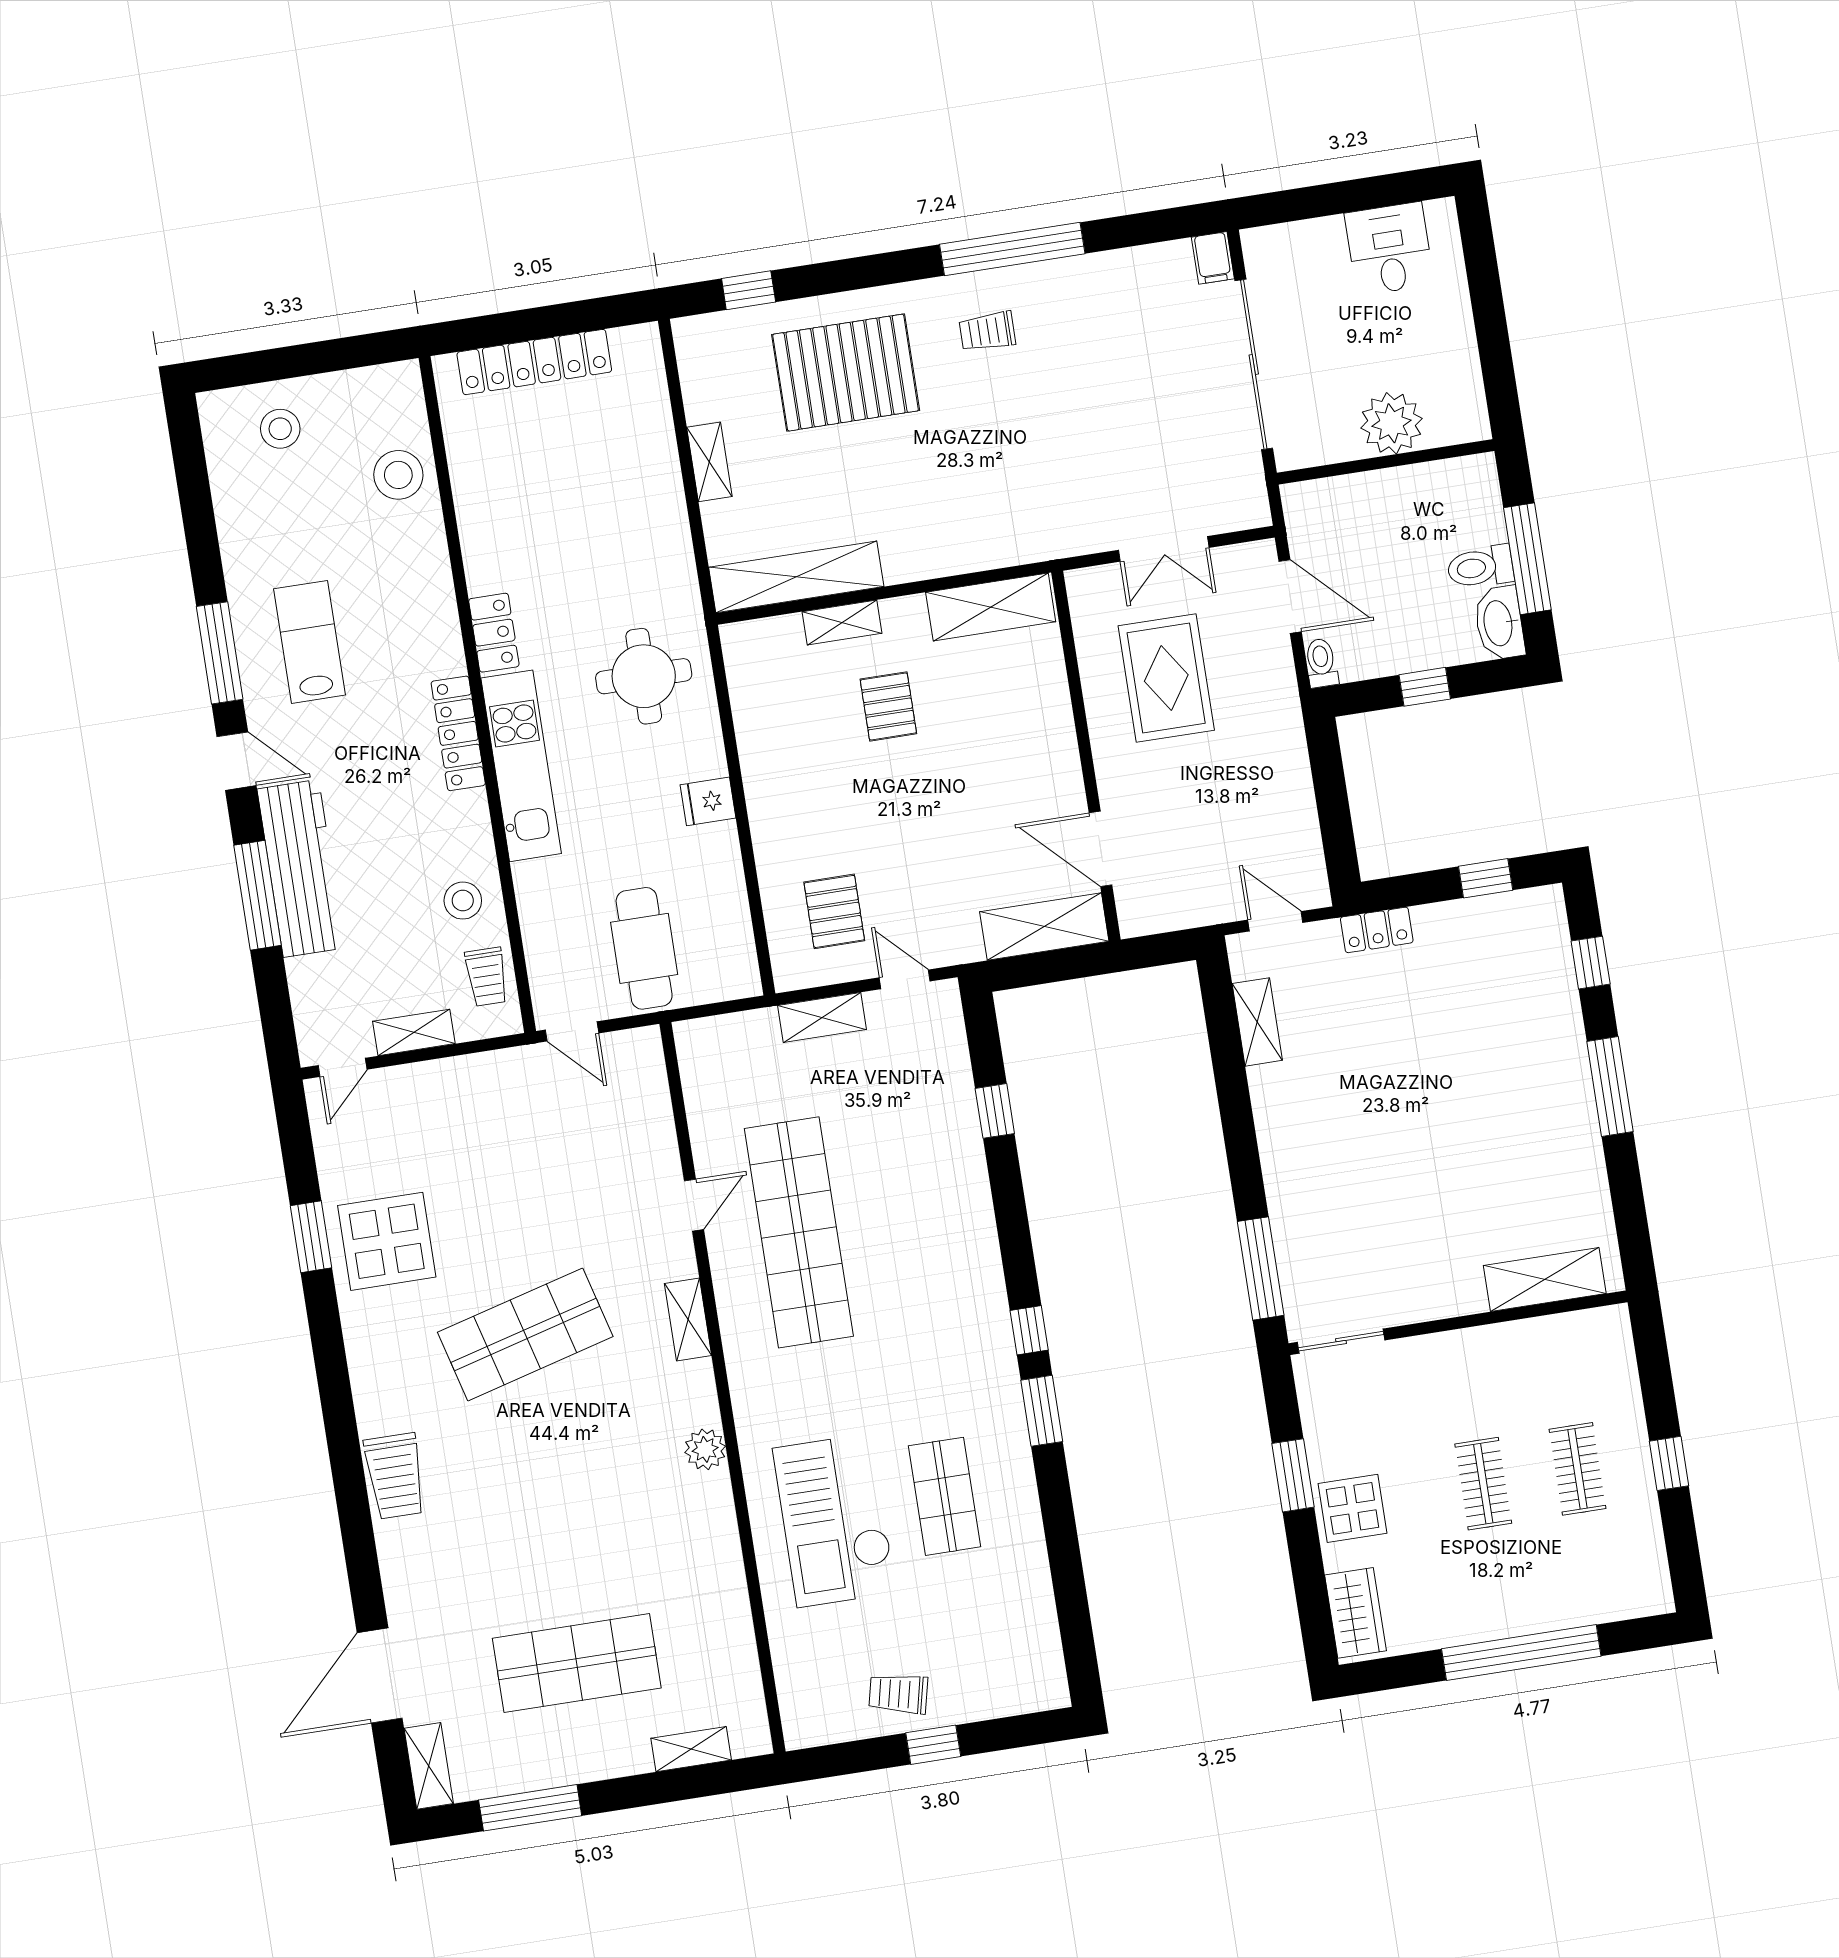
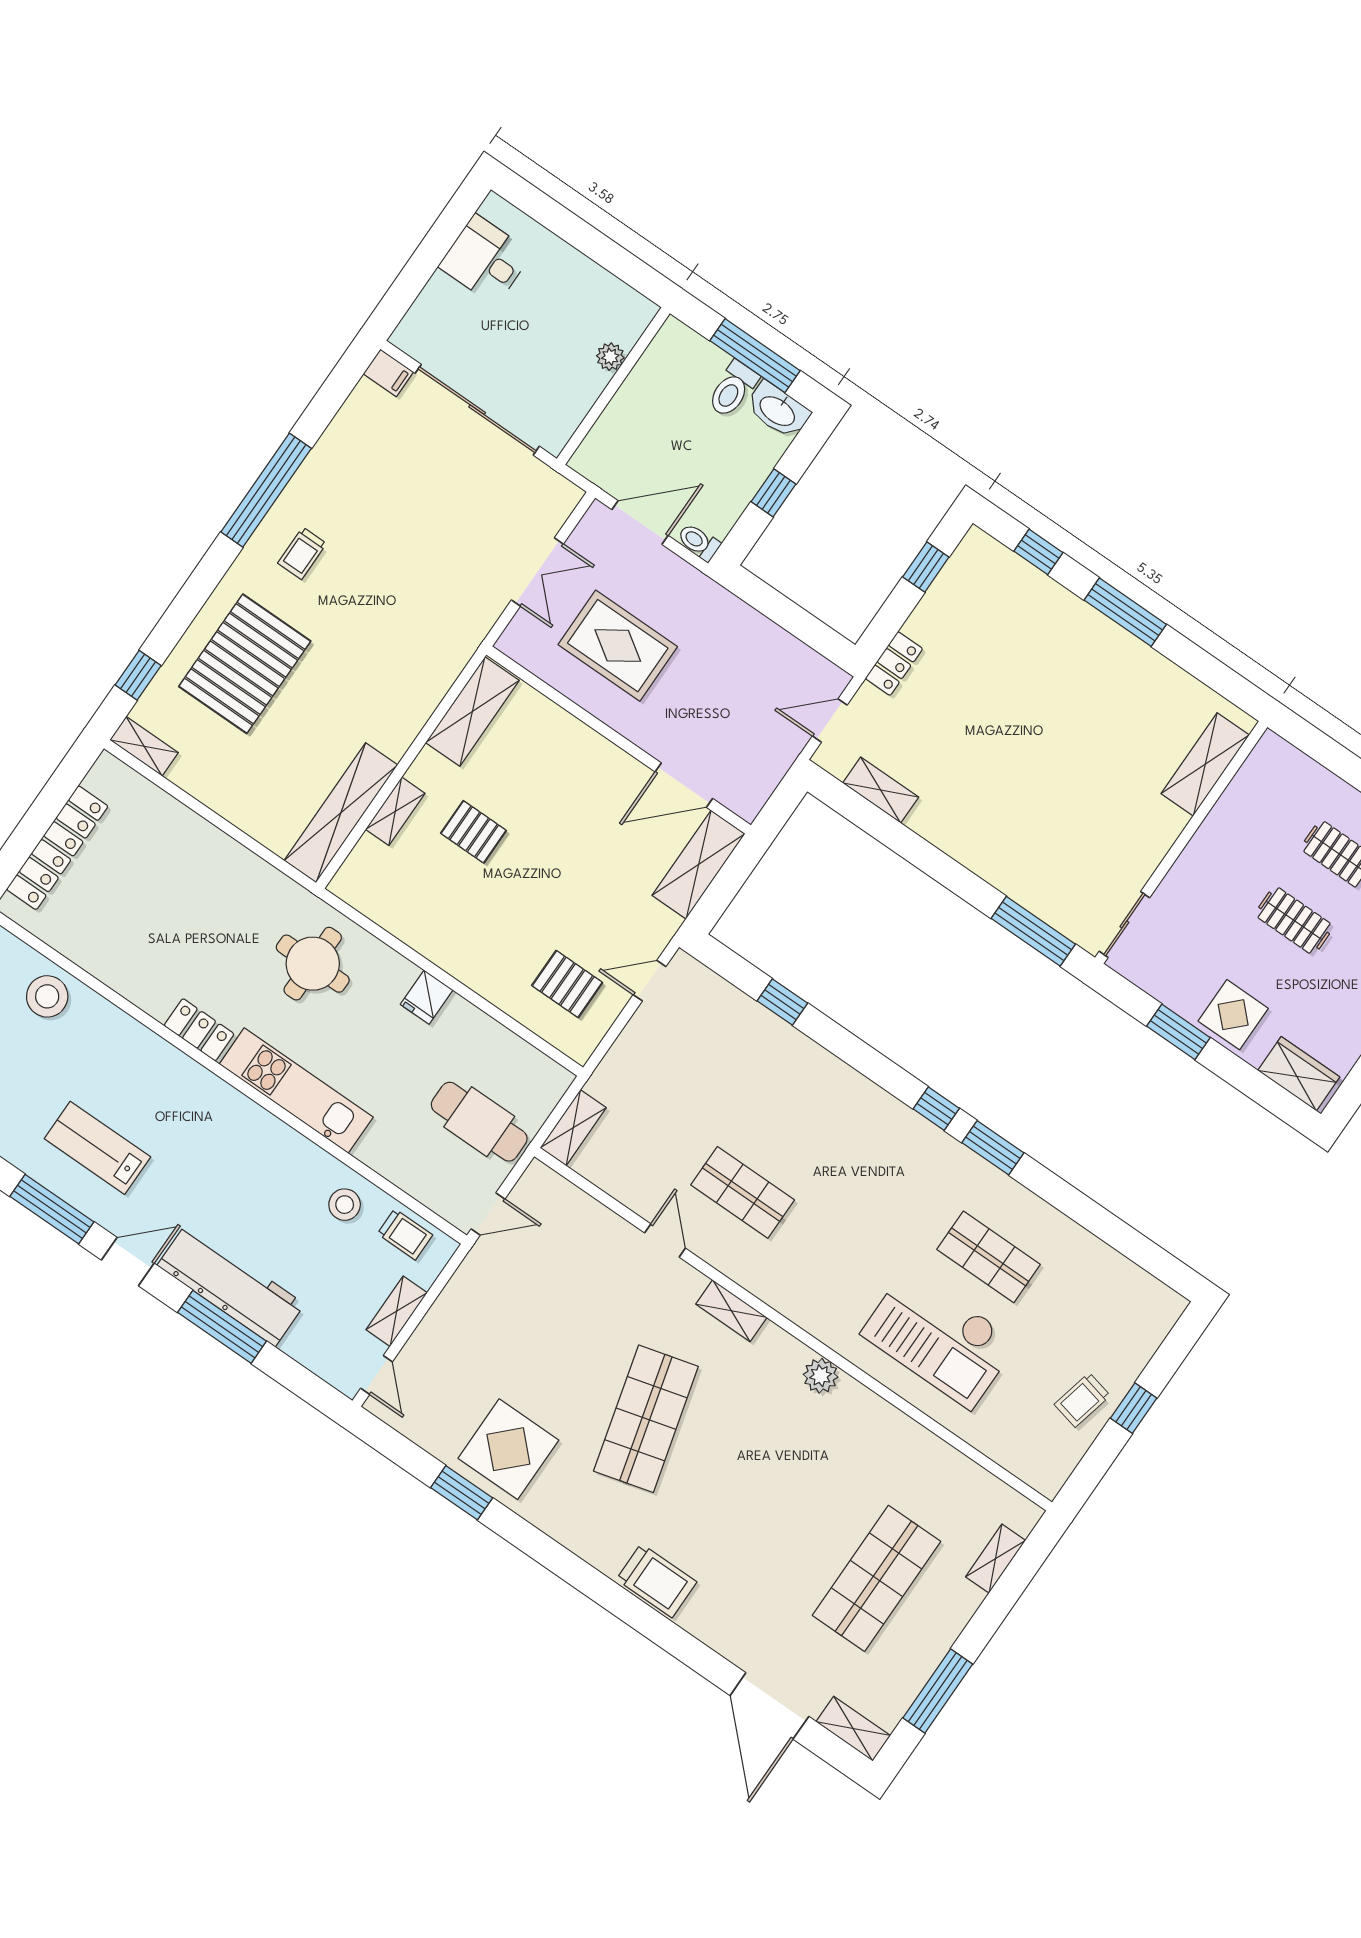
plant: (1392, 423) -> (610, 357), width x0.53, depth x0.53
shelving: (709, 462) -> (144, 746), moved
locker: (458, 733) -> (240, 1110), removed
shelving: (822, 1017) -> (573, 1128), moved
shop shelf: (799, 1232) -> (743, 1192), width x0.50, depth x0.74

